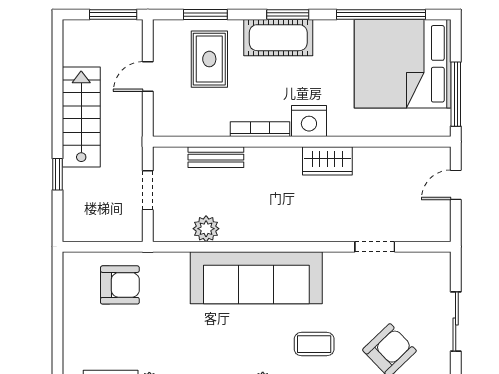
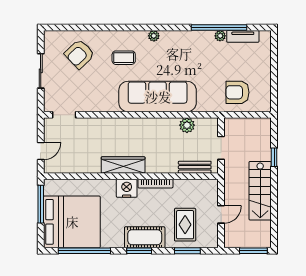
window: (113, 15) -> (253, 251), moved
bench: (216, 157) -> (195, 167), moved
wardrobe: (327, 161) -> (123, 165), width x1.50
doorway: (375, 247) -> (64, 115), moved

